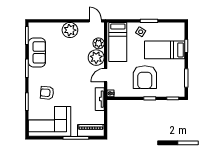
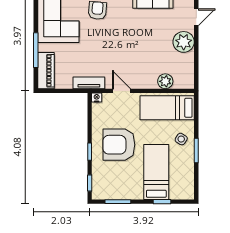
door: (95, 21) -> (196, 17), moved
plant: (96, 58) -> (146, 78), removed

